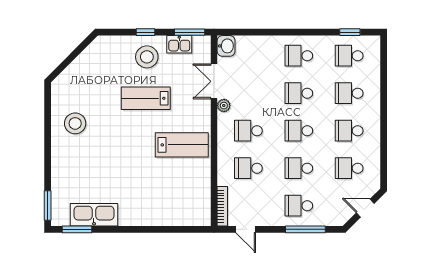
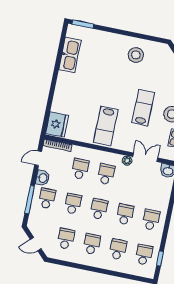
door: (365, 208) -> (36, 244), swing flipped
fridge: (194, 213) -> (57, 124), added
washbasin: (272, 217) -> (43, 178), added
window: (77, 229) -> (62, 41), removed

